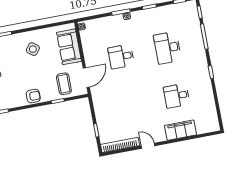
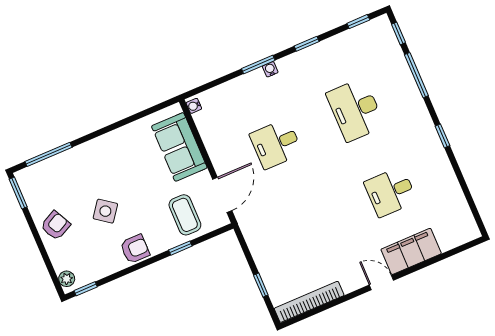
side table: (33, 49) -> (105, 211), moved
door: (148, 146) -> (381, 283), moved

